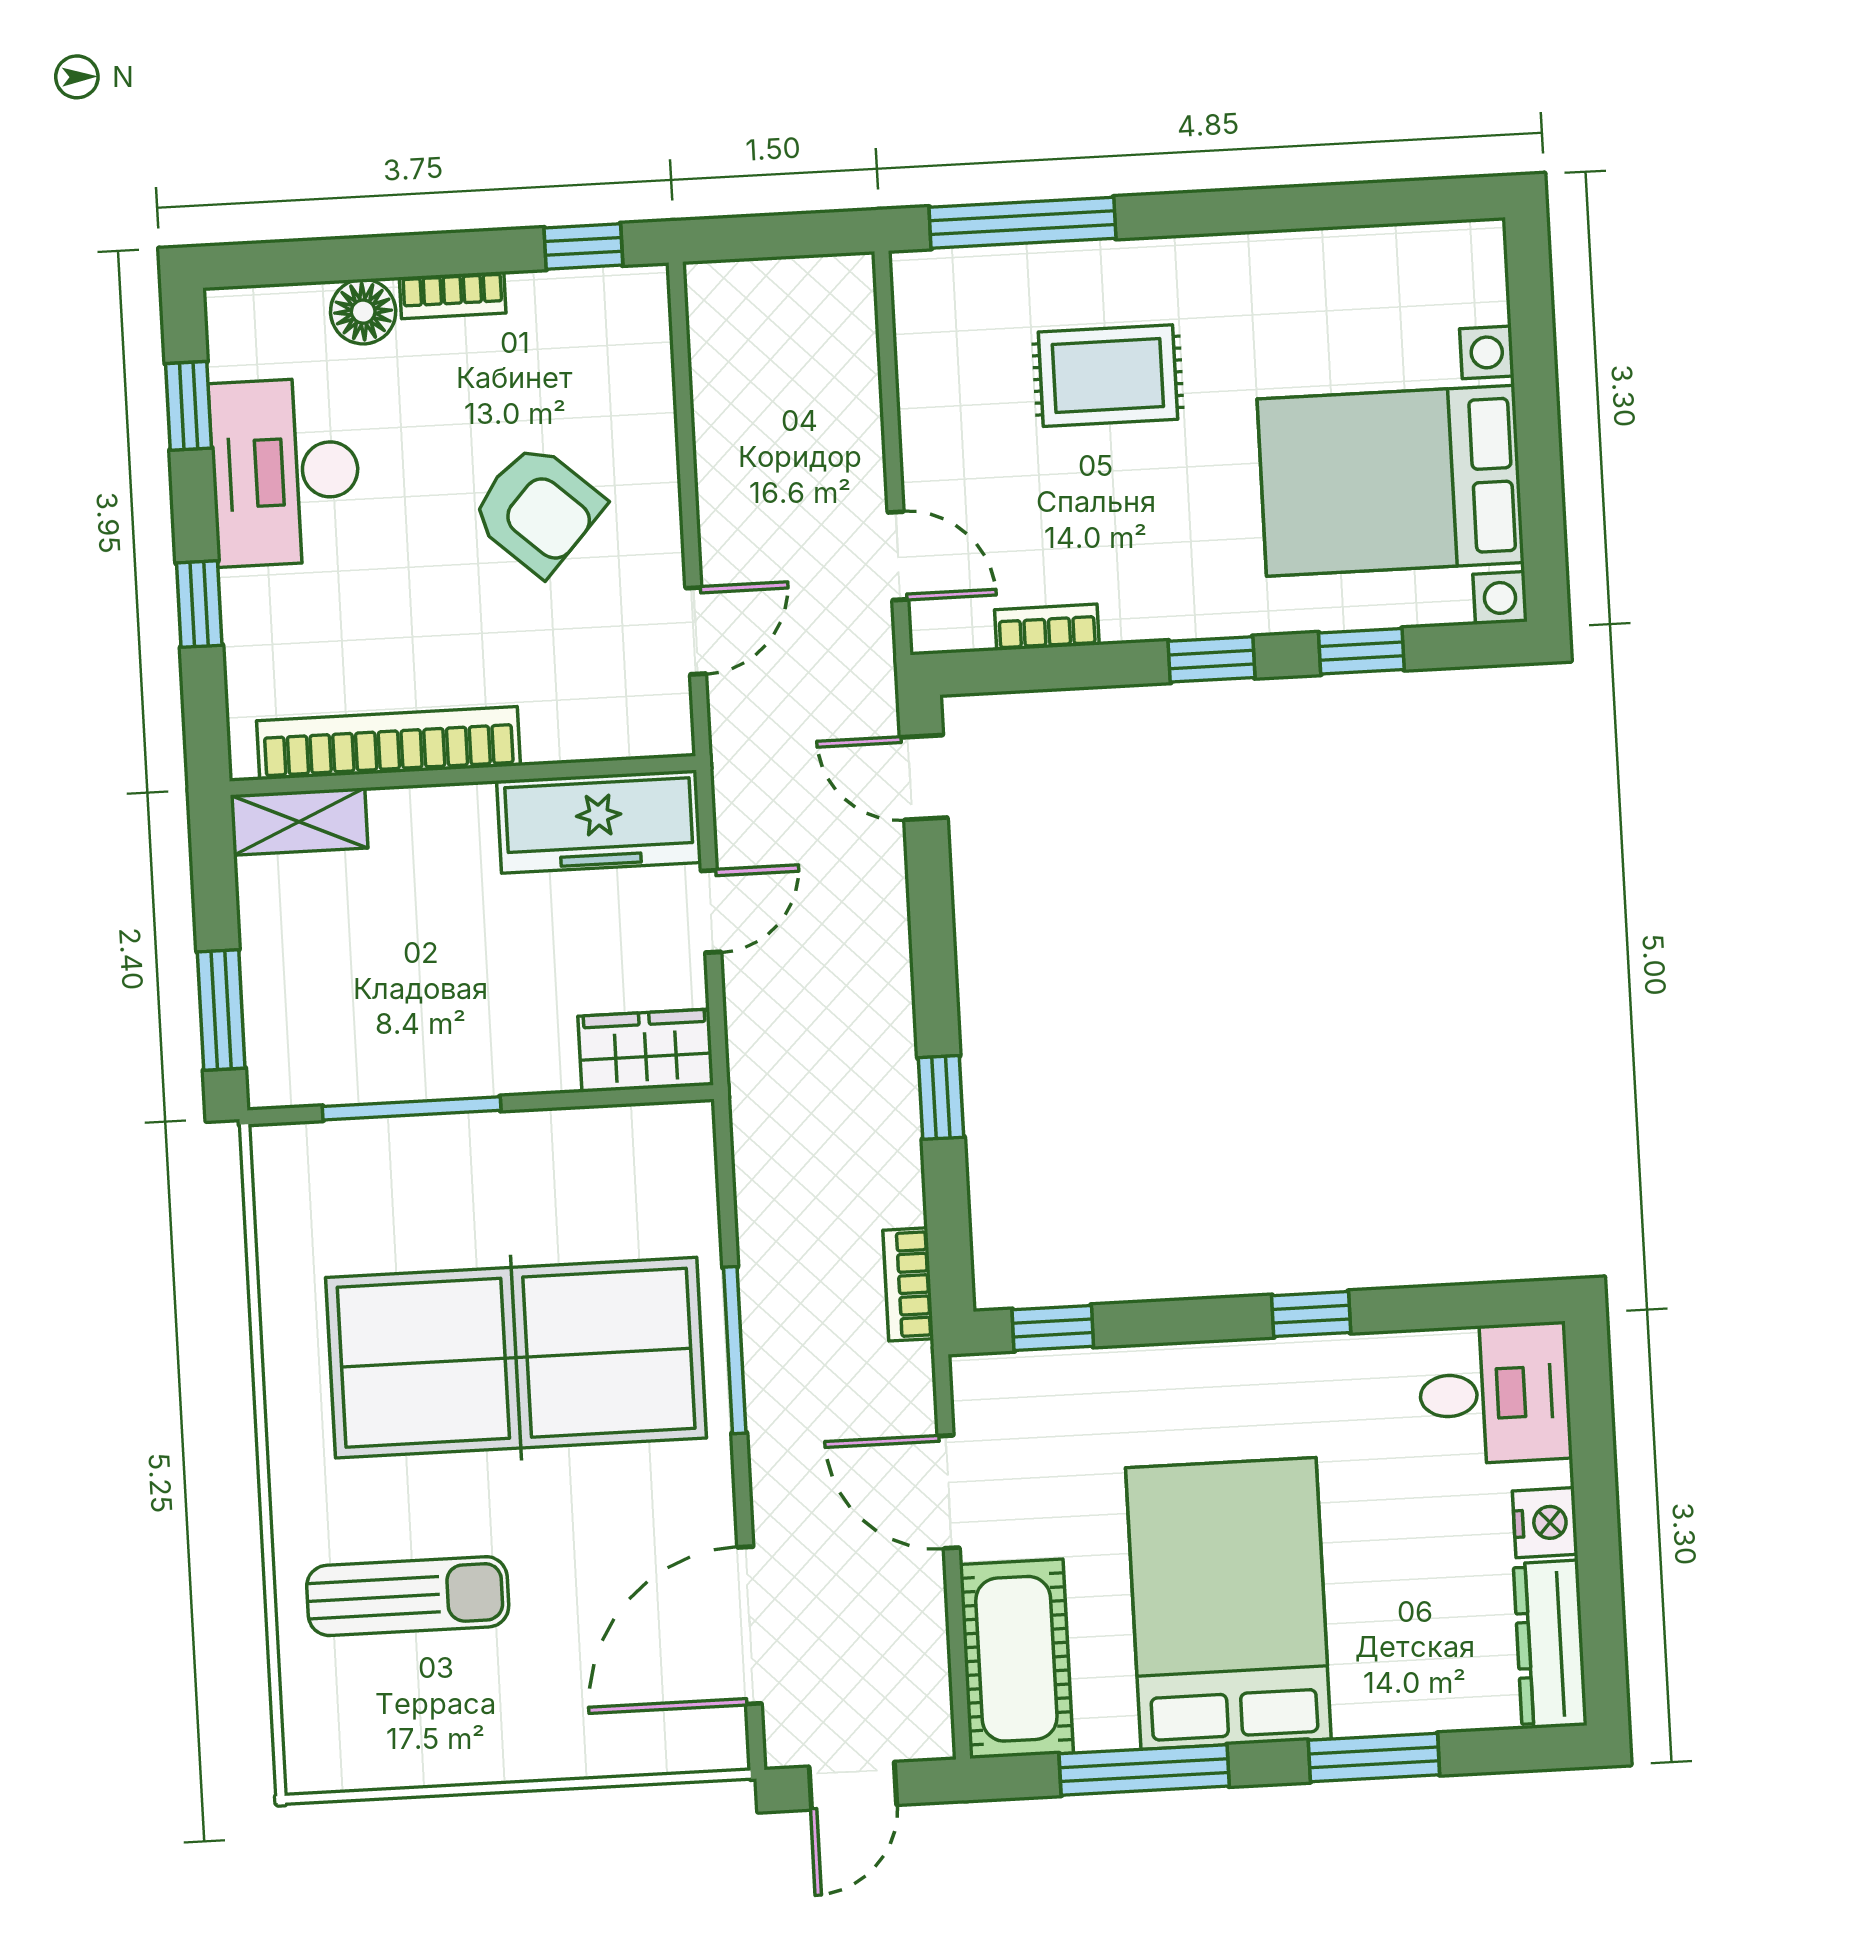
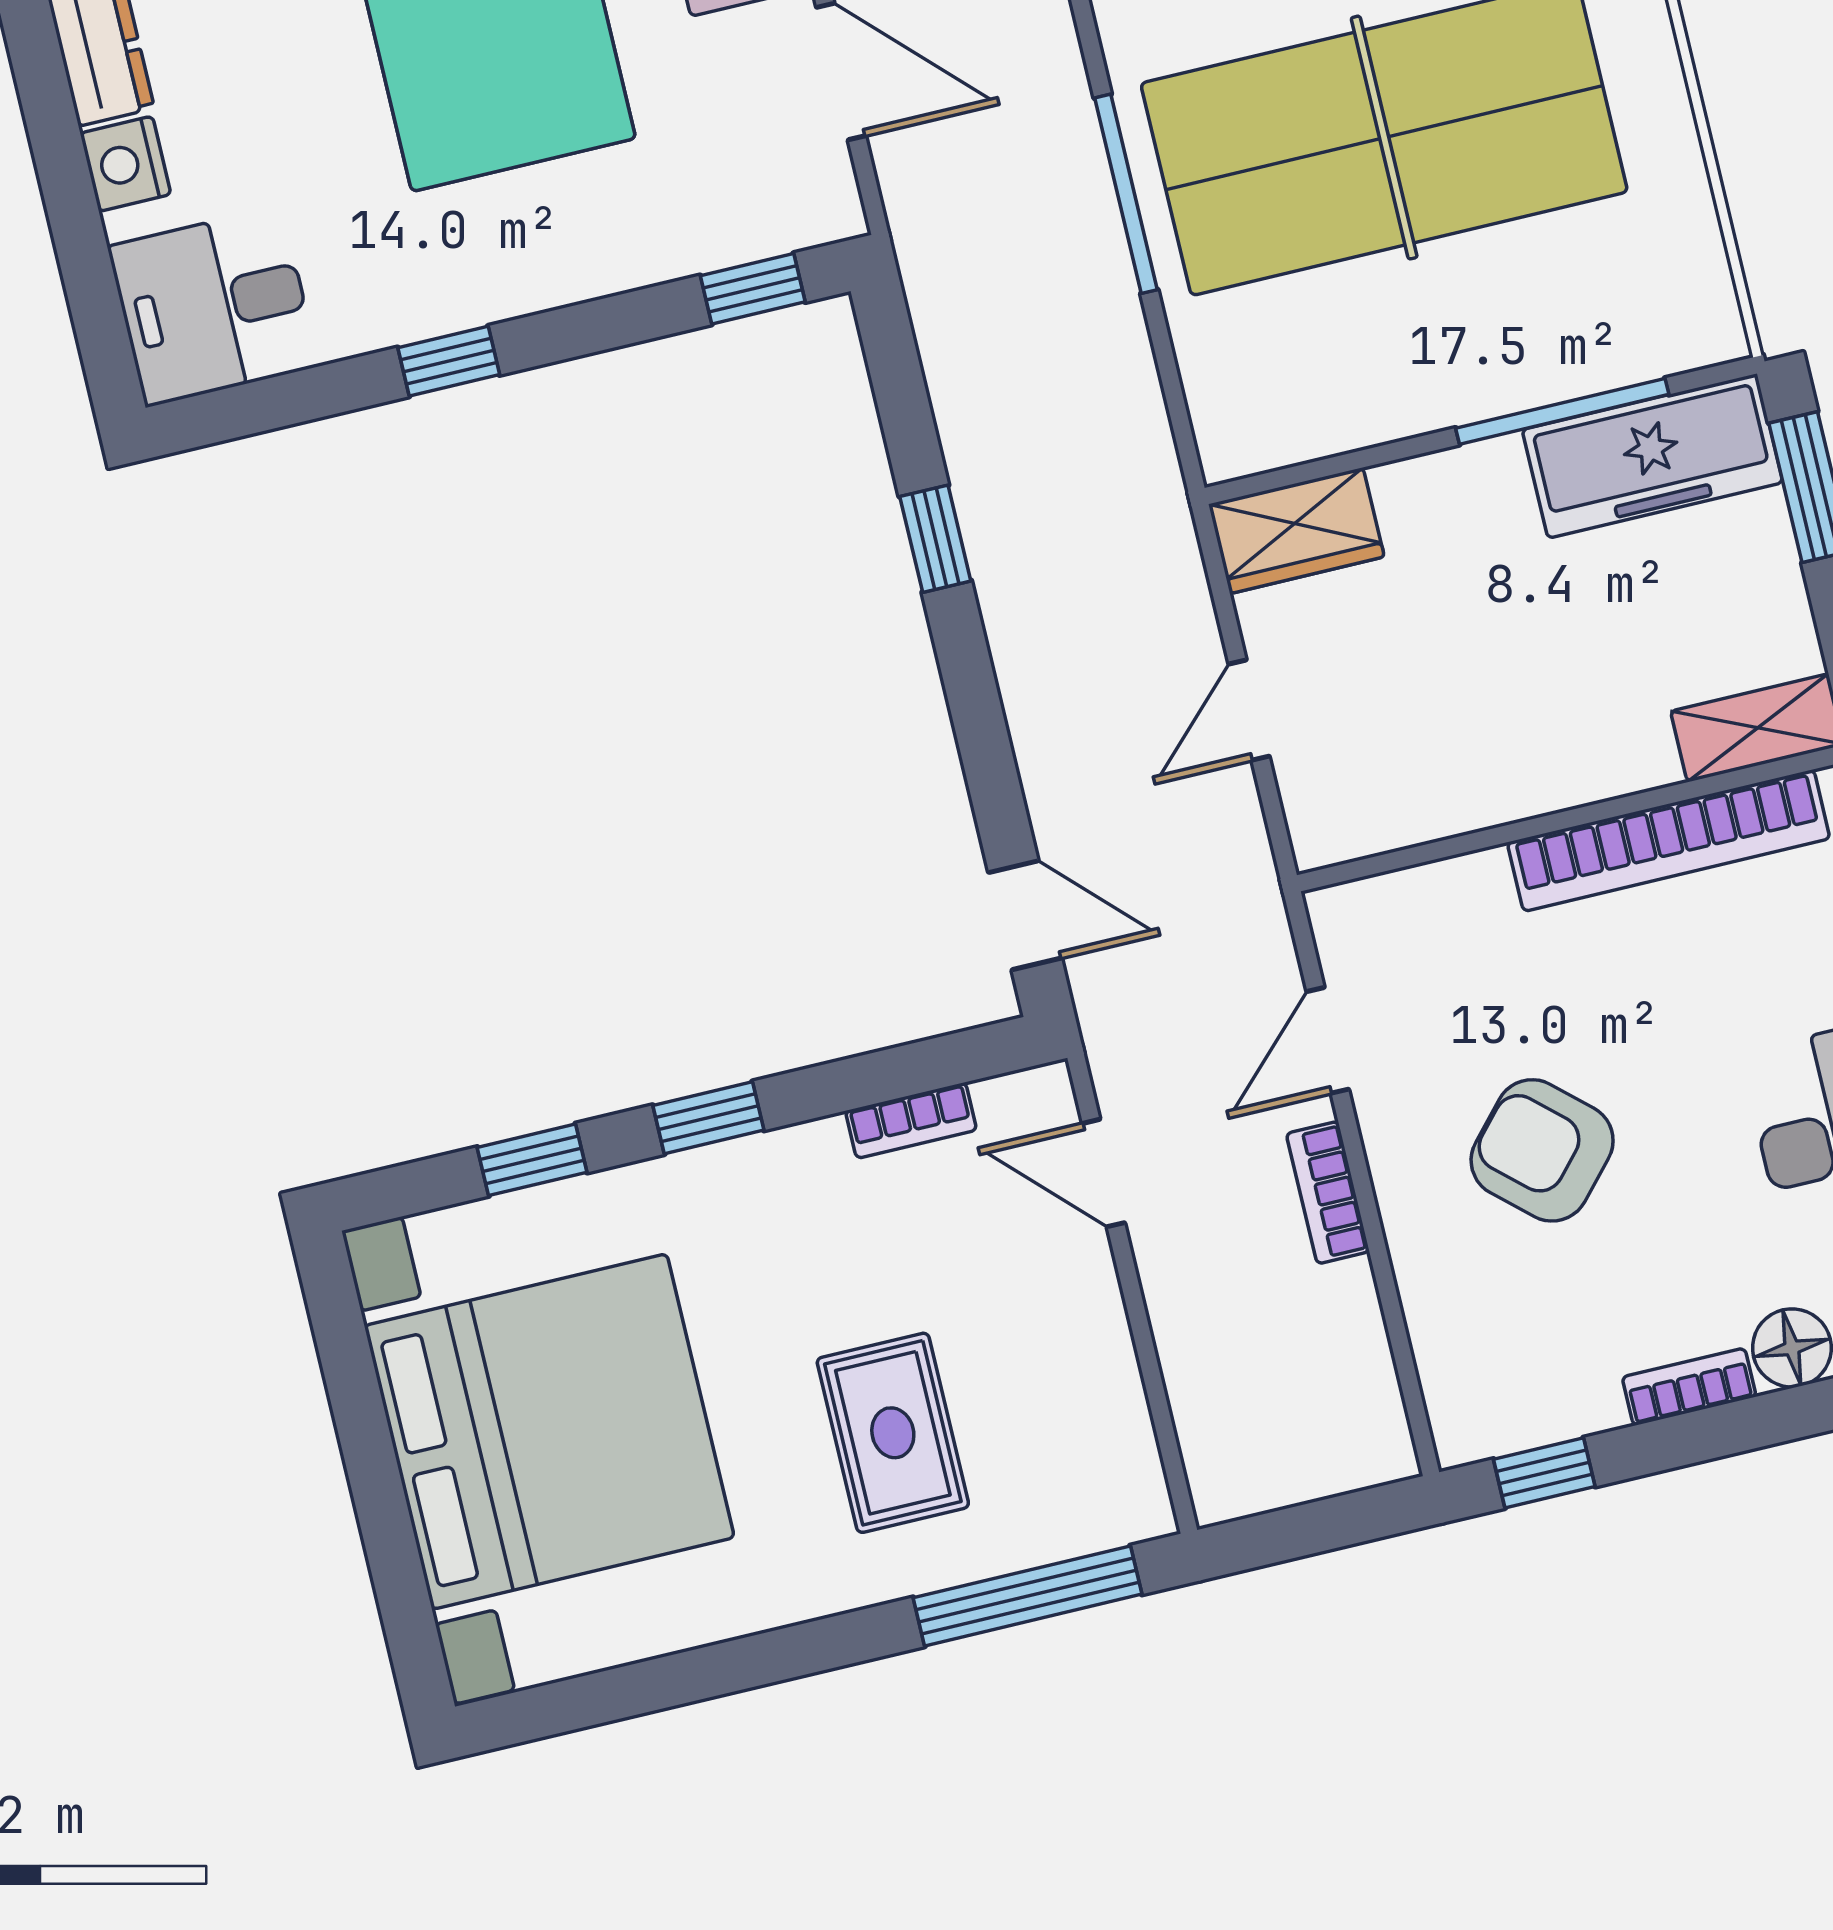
rug: (1108, 376) -> (893, 1433), turned 90
bed with nightstands: (1391, 481) -> (549, 1432), width x1.36
freezer: (599, 822) -> (1653, 456), moved, turned 180
bookcase: (908, 1284) -> (1328, 1193), moved, turned 180

